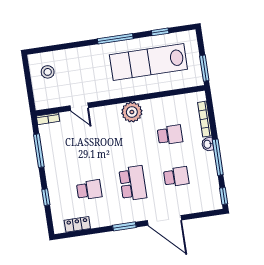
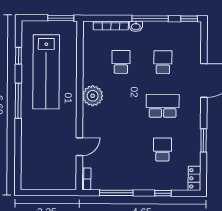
stool: (48, 72) -> (40, 172), removed
locker: (77, 224) -> (194, 178), moved
window: (124, 226) -> (204, 140), moved

